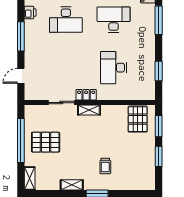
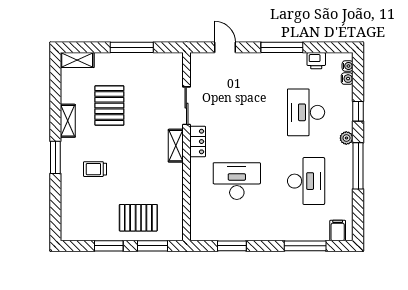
pallet: (138, 119) -> (138, 218), moved
window: (21, 141) -> (132, 47), width x0.68
pallet: (46, 142) -> (109, 105), moved

